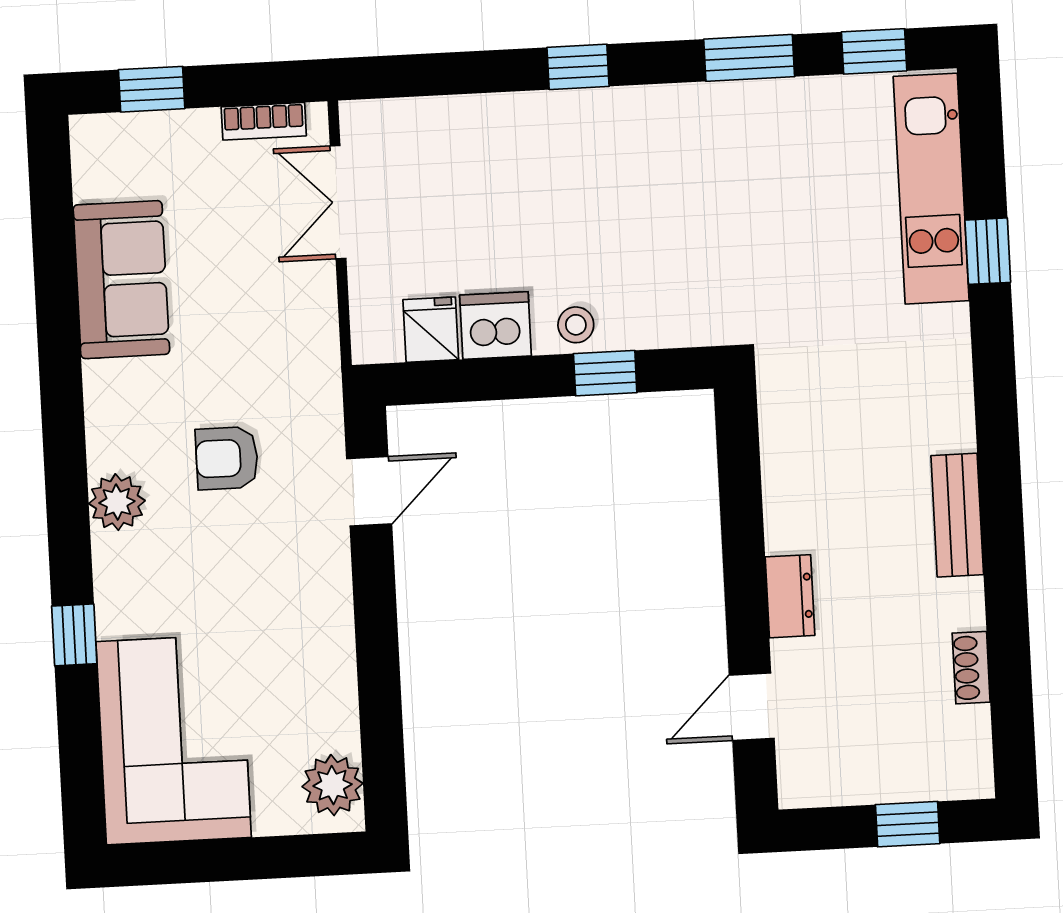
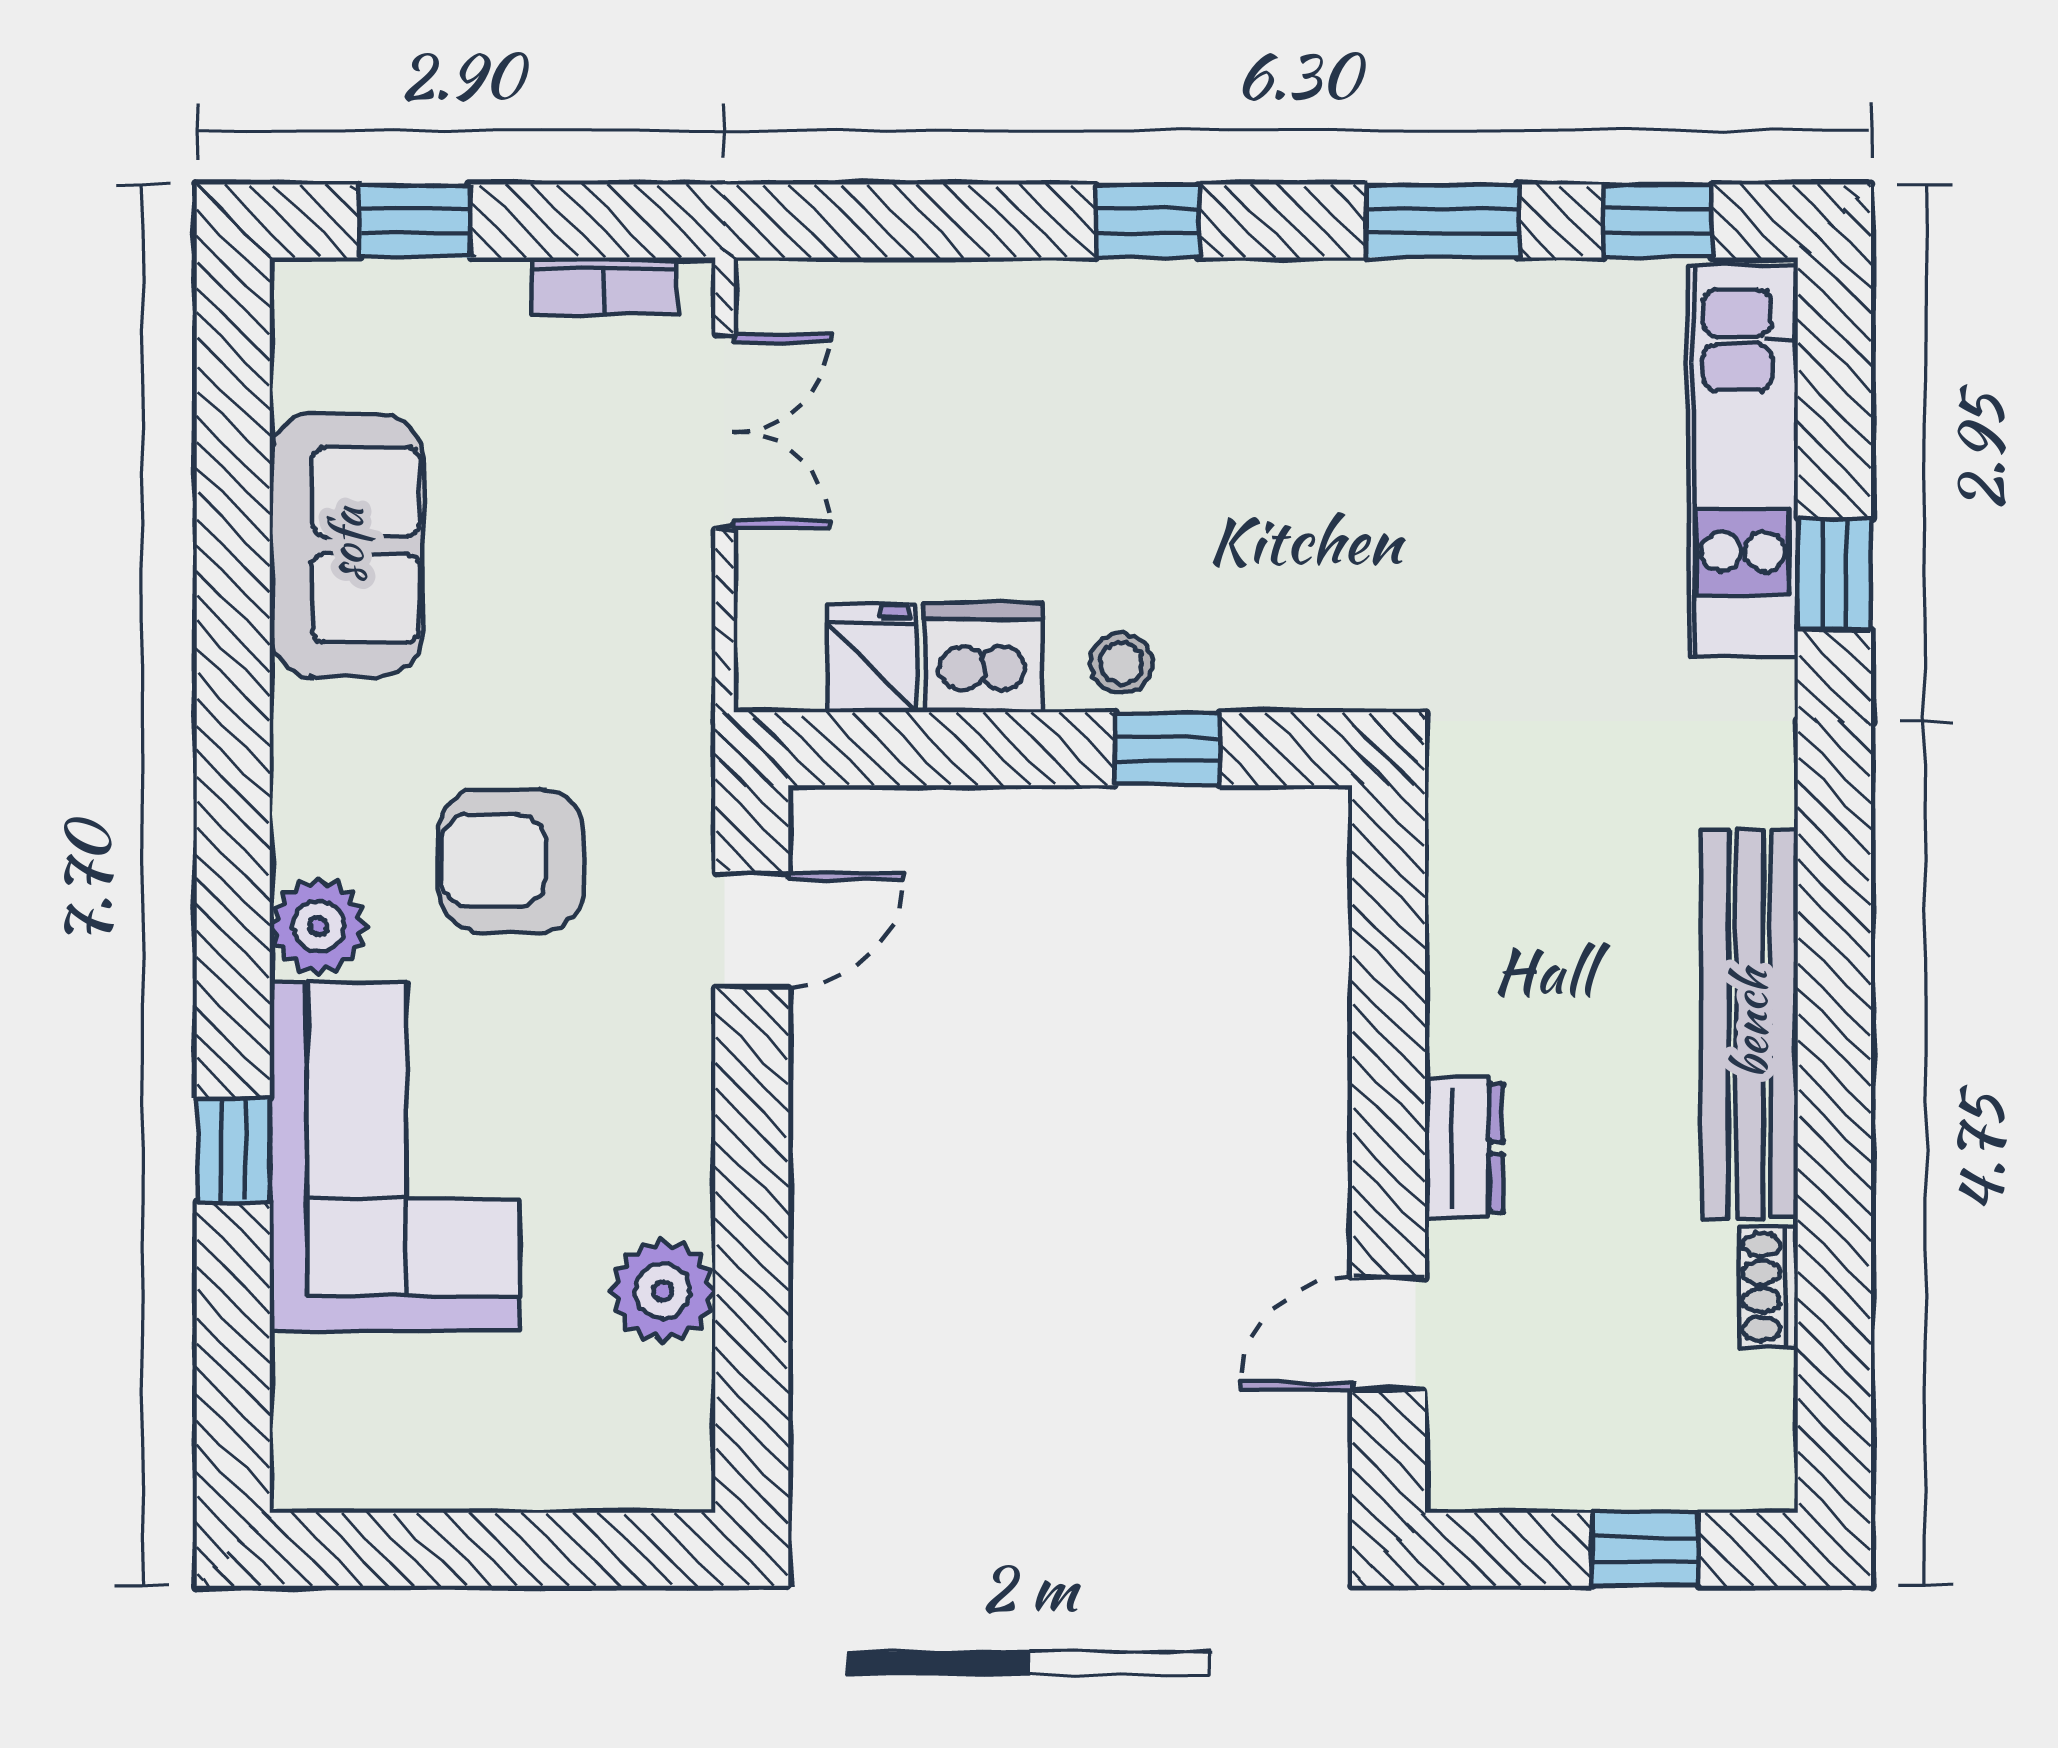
double door: (338, 202) -> (724, 432), swing flipped
armchair: (227, 458) -> (511, 861), width x1.38, depth x1.38
bench: (957, 515) -> (1750, 1024), width x1.86, depth x1.21
corner sofa: (174, 739) -> (394, 1157), moved
plant: (333, 785) -> (663, 1291), moved

